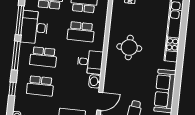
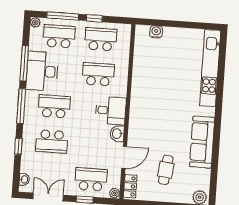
school desk: (81, 32) -> (98, 74), turned 180
round table: (129, 47) -> (157, 91), removed
school desk: (43, 57) -> (54, 106), turned 180

